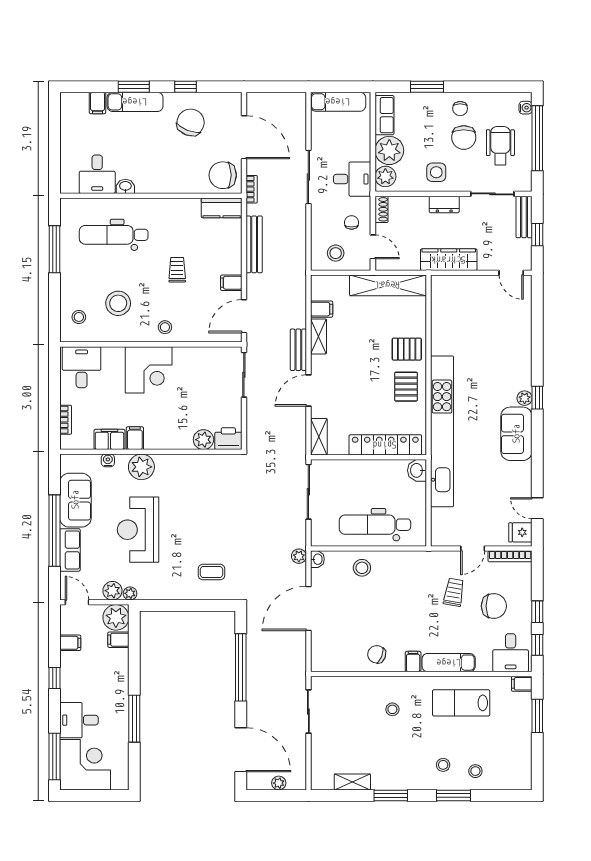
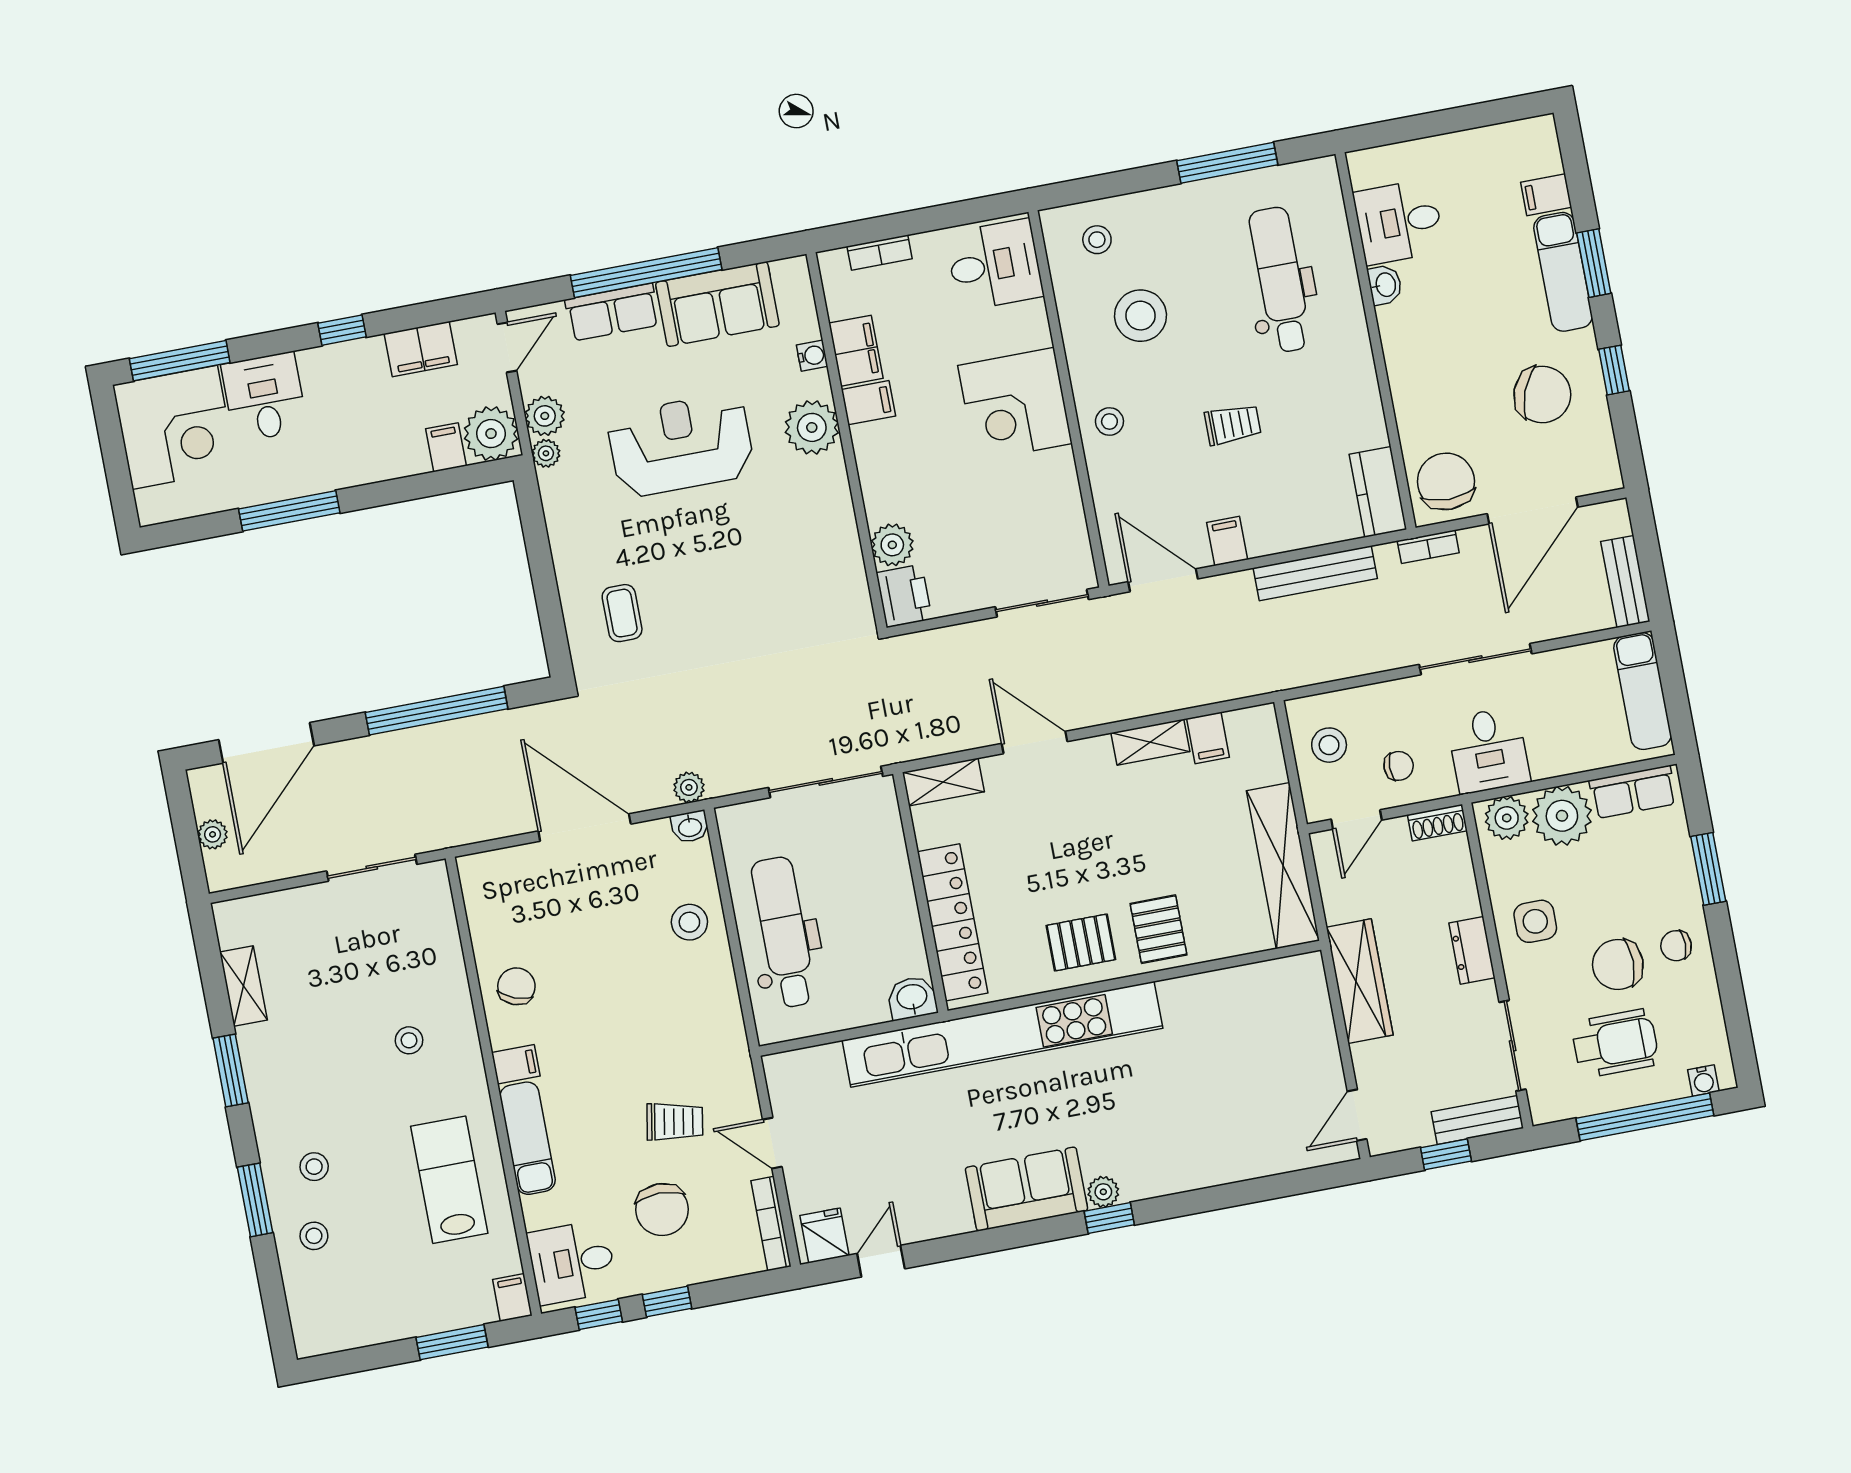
bench: (298, 350) -> (1625, 582), moved, turned 90
filing cabinet: (70, 643) -> (421, 349), width x2.00

